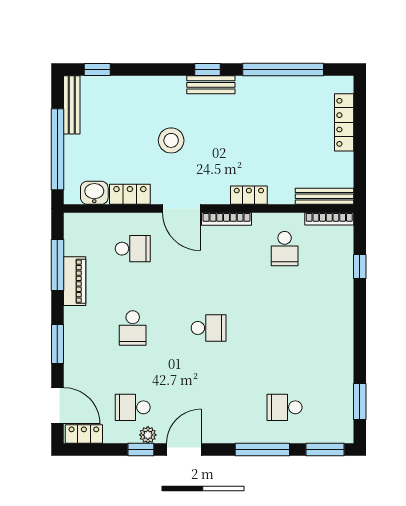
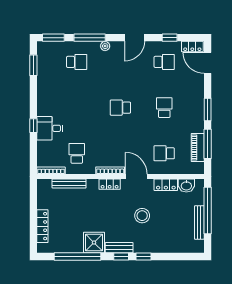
window: (97, 70) -> (143, 256), moved
shower: (255, 94) -> (94, 243), added
bench: (72, 105) -> (199, 222), moved
locker: (249, 195) -> (110, 184), moved
bench: (325, 196) -> (69, 184), moved
window: (360, 266) -> (33, 126), moved
piano: (75, 281) -> (198, 148), moved
desk: (331, 292) -> (50, 128), added
window: (57, 344) -> (208, 109), moved
plant: (148, 435) -> (105, 46), moved
window: (141, 450) -> (170, 38), moved

